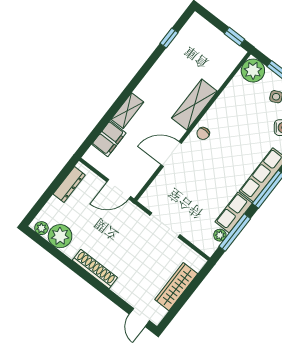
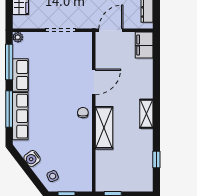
plant: (253, 71) -> (82, 182), removed
shelving: (127, 111) -> (146, 114), moved
filing cabinet: (109, 139) -> (144, 45), moved
plant: (220, 235) -> (18, 37), moved

